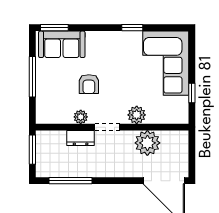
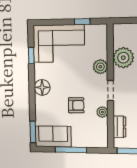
window: (132, 28) -> (31, 56), moved
floor lamp: (111, 41) -> (42, 87), added
sofa: (62, 44) -> (53, 136), moved, turned -90
dresser: (81, 138) -> (119, 127), moved

